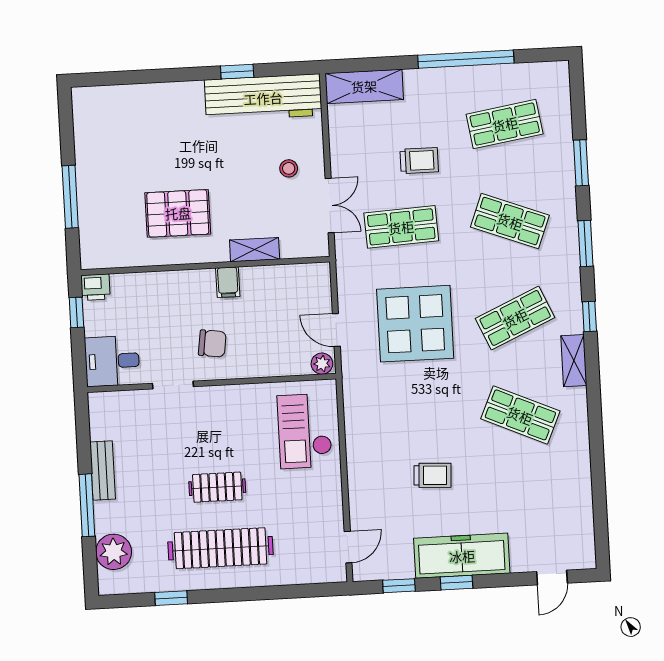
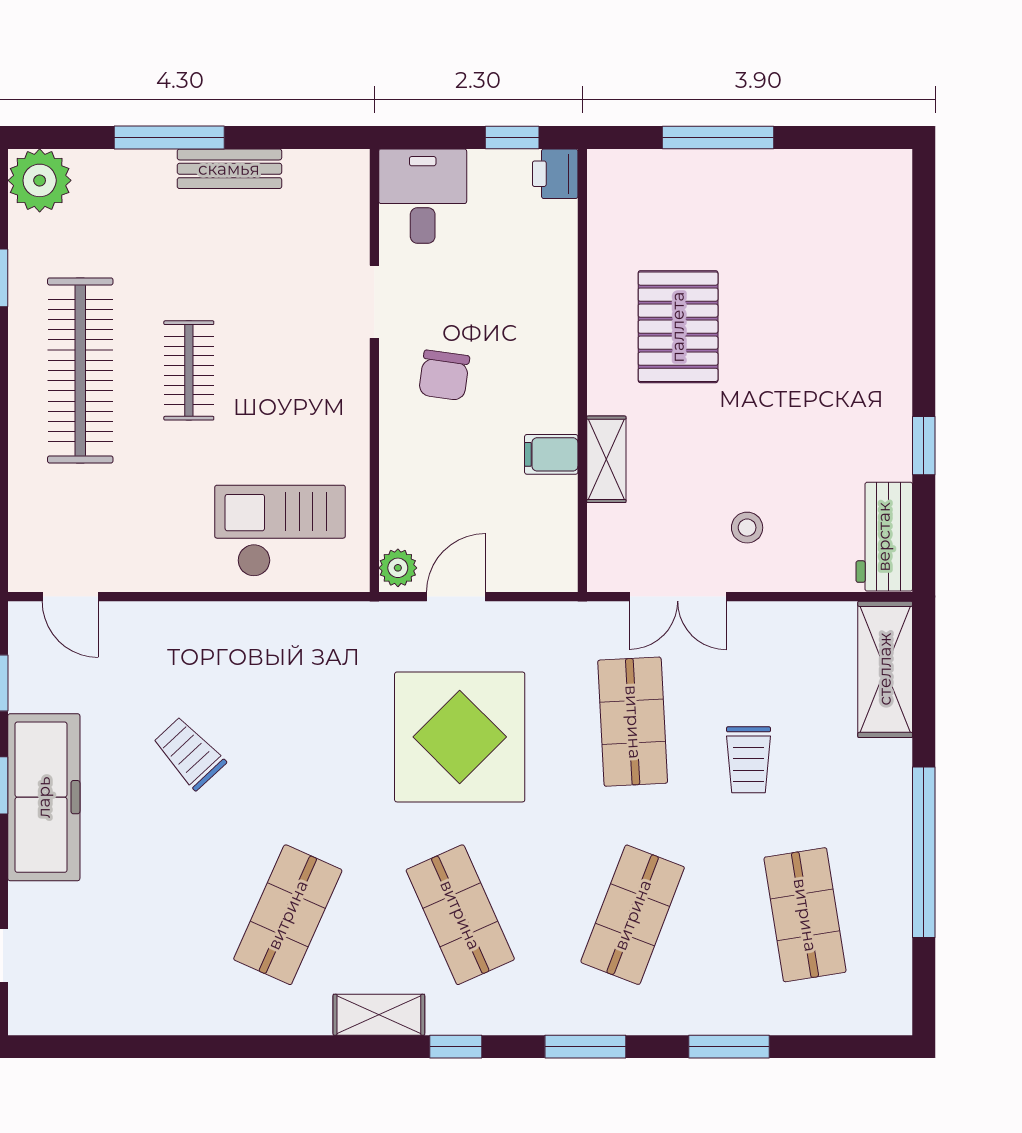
workbench: (263, 98) -> (884, 537), width x0.53, depth x0.76
filing cabinet: (228, 282) -> (551, 454), moved
trolley: (432, 475) -> (189, 753), turned 134
plant: (114, 552) -> (40, 180), moved

